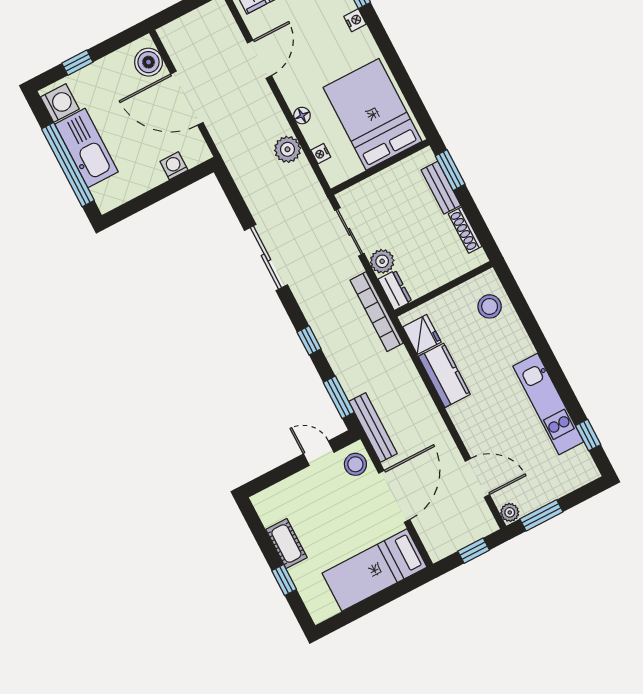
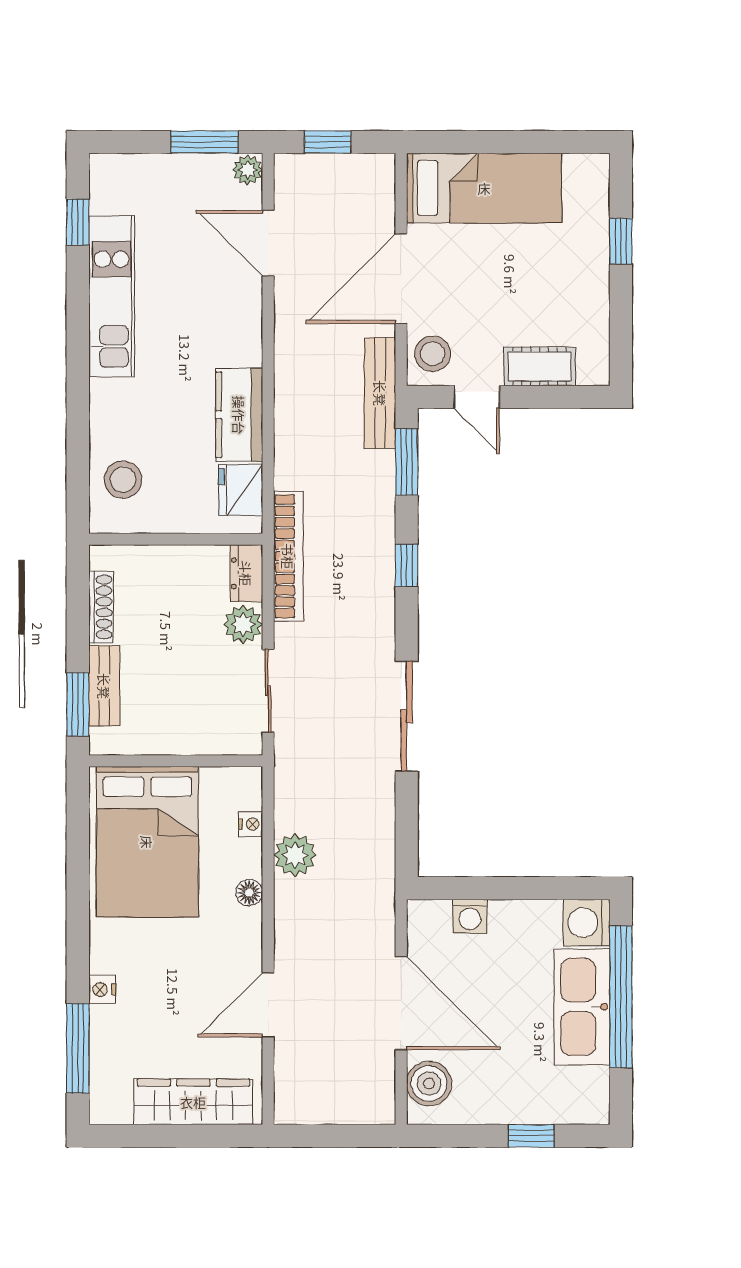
washing machine: (60, 103) -> (586, 923), moved
cot: (286, 543) -> (540, 366), moved, turned 90

